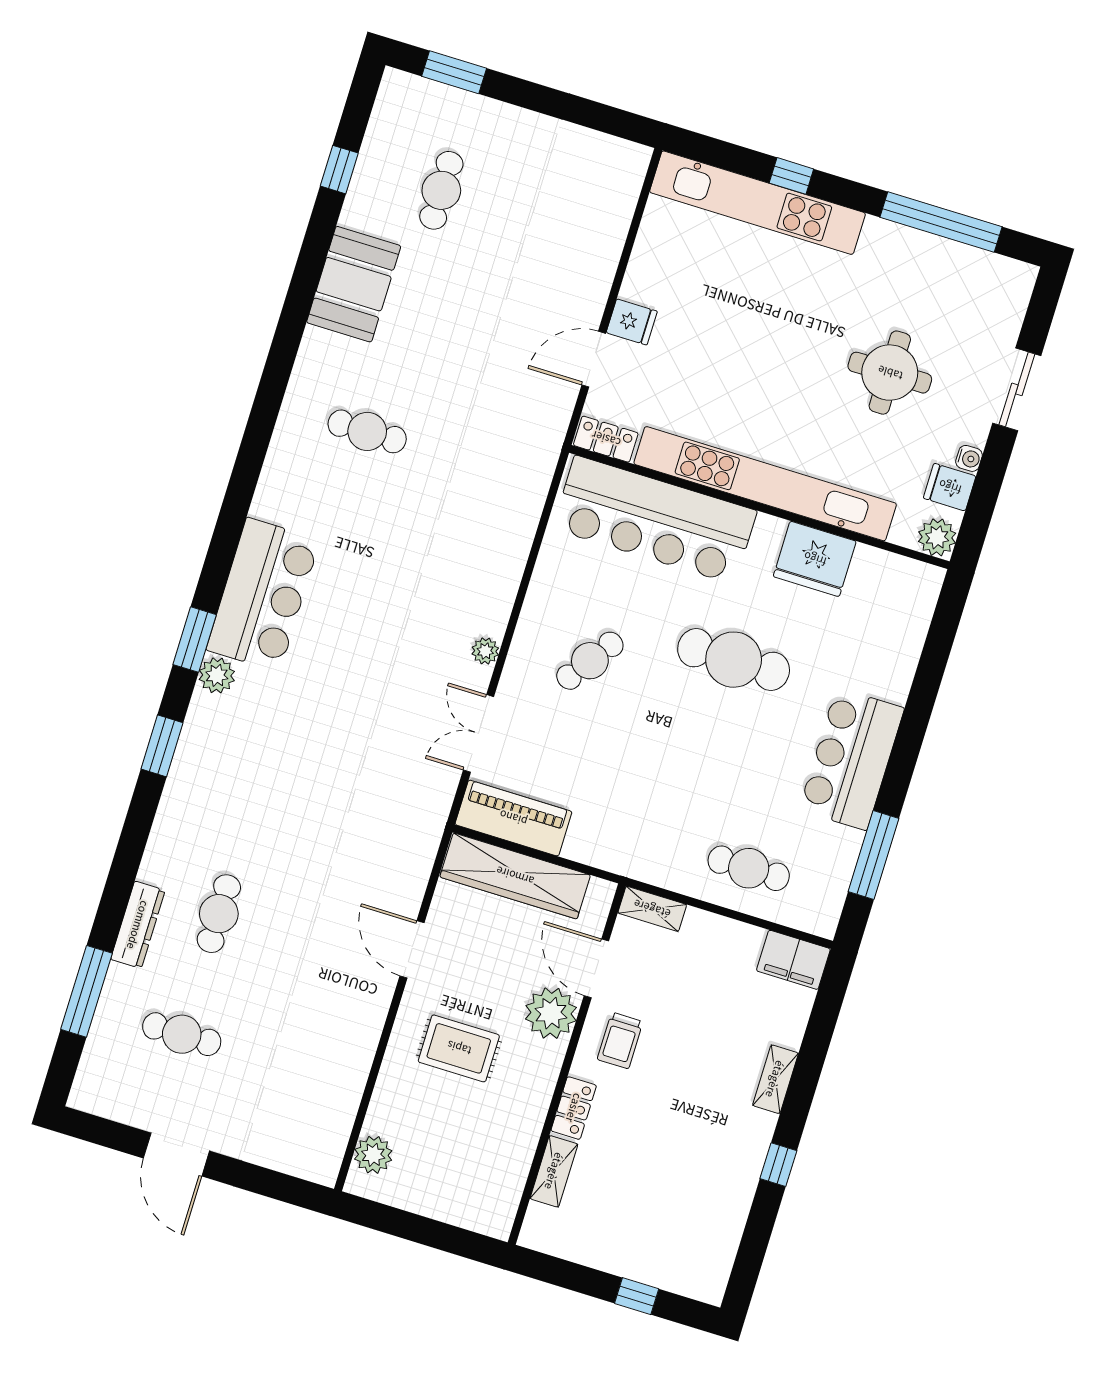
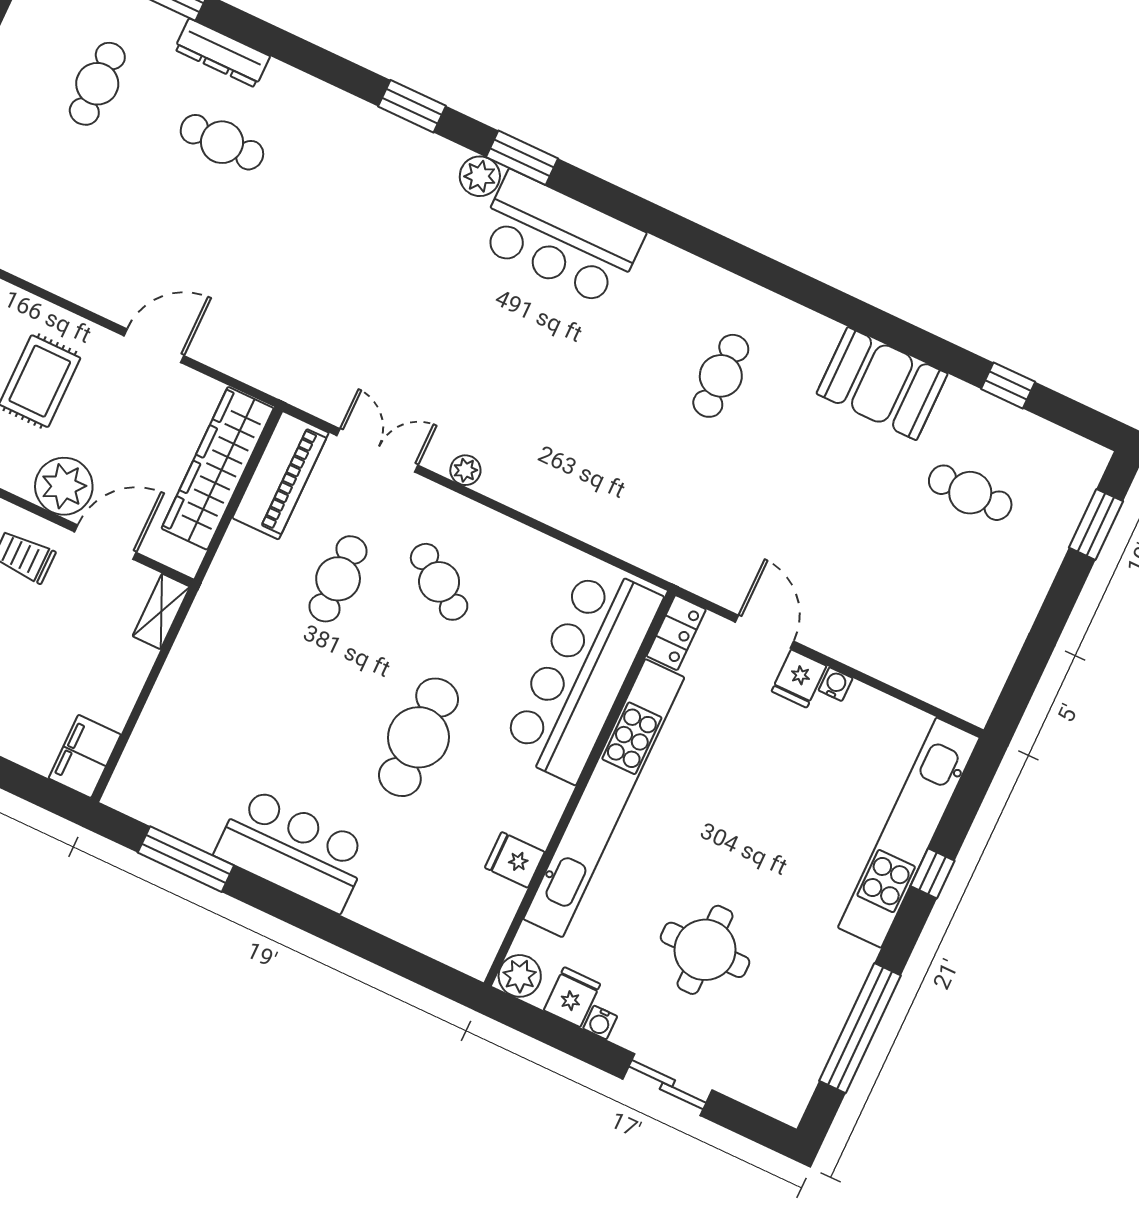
water cooler: (632, 288) -> (836, 684), added
fridge: (815, 559) -> (515, 860), width x0.53, depth x0.75
cafe table: (749, 868) -> (338, 579), moved

